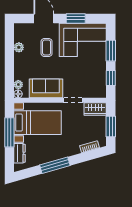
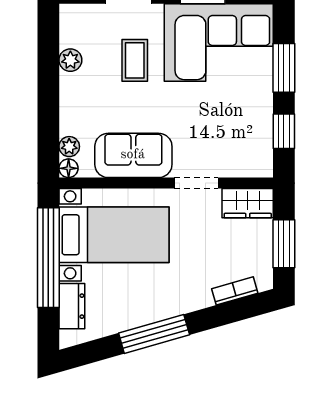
window: (9, 132) -> (48, 258), width x1.46

